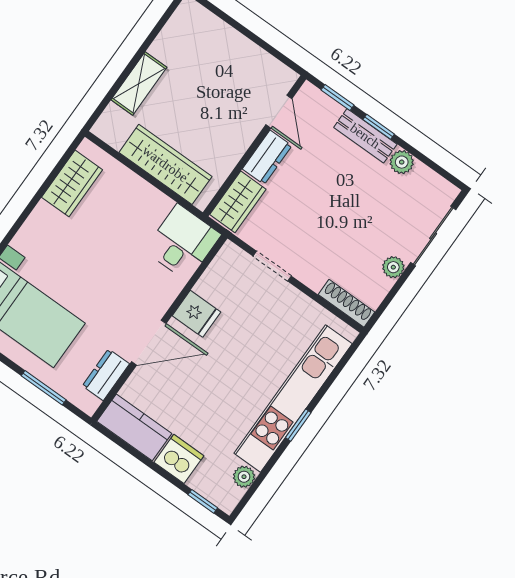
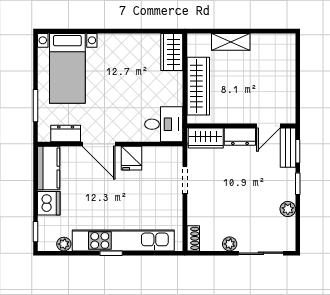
bench: (365, 136) -> (288, 148), moved
wardrobe: (72, 183) -> (172, 52), moved, turned 90
shoe rack: (347, 303) -> (193, 238), width x0.70

